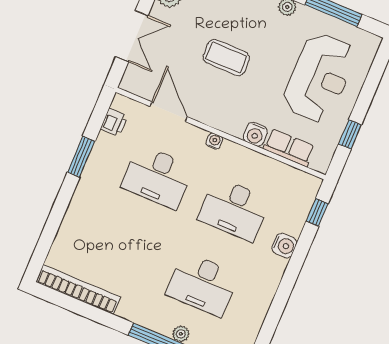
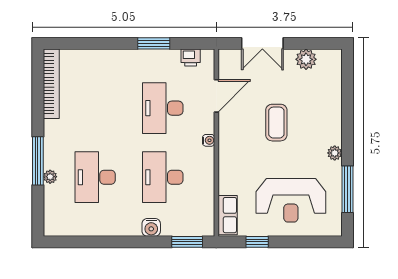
water cooler: (255, 134) -> (227, 170), removed
row of seats: (289, 148) -> (228, 215), moved
window: (317, 212) -> (187, 242), width x1.50

